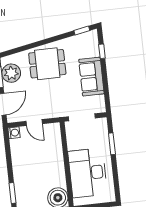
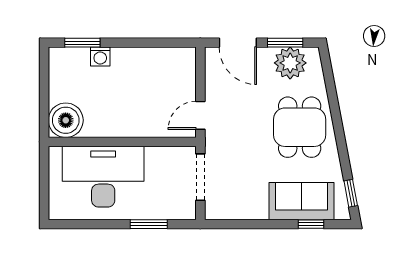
sofa: (91, 77) -> (301, 201), moved
door: (34, 123) -> (200, 115), moved
washing machine: (14, 133) -> (100, 56), moved

